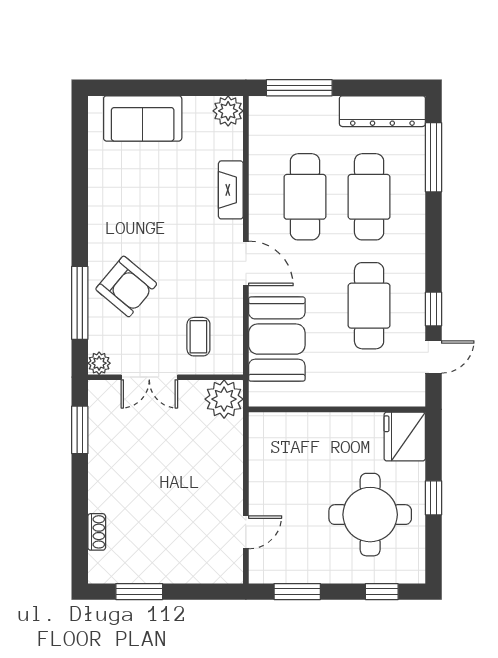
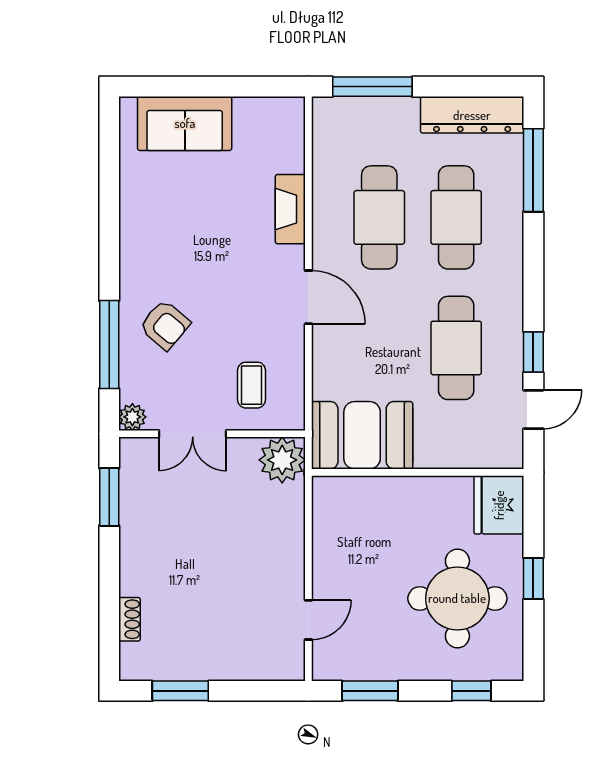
plant: (228, 111) -> (287, 114), removed
armchair: (126, 286) -> (165, 325), width x0.72, depth x0.72
booth: (277, 339) -> (362, 435), moved, turned 90

